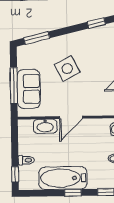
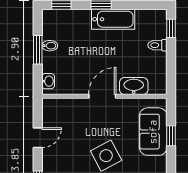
window: (14, 86) -> (171, 136), width x0.46
bathtub: (63, 178) -> (113, 19), width x0.73, depth x0.73

